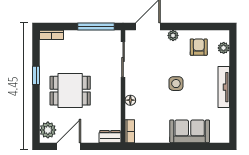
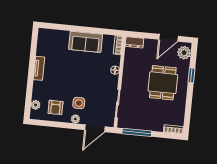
window: (36, 75) -> (191, 75), moved
side table: (176, 84) -> (79, 103), moved
tv unit: (224, 87) -> (39, 68), width x0.71
dining table: (70, 91) -> (163, 83), turned 90
sofa: (190, 131) -> (86, 42), moved

